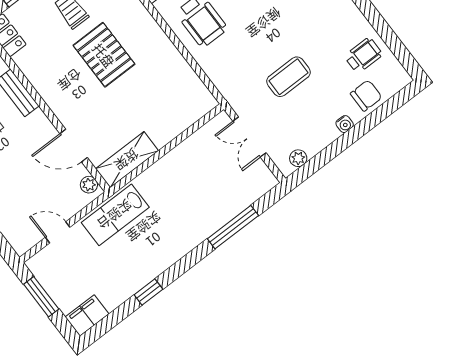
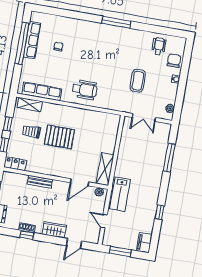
door: (58, 232) -> (104, 221), hinge flipped

